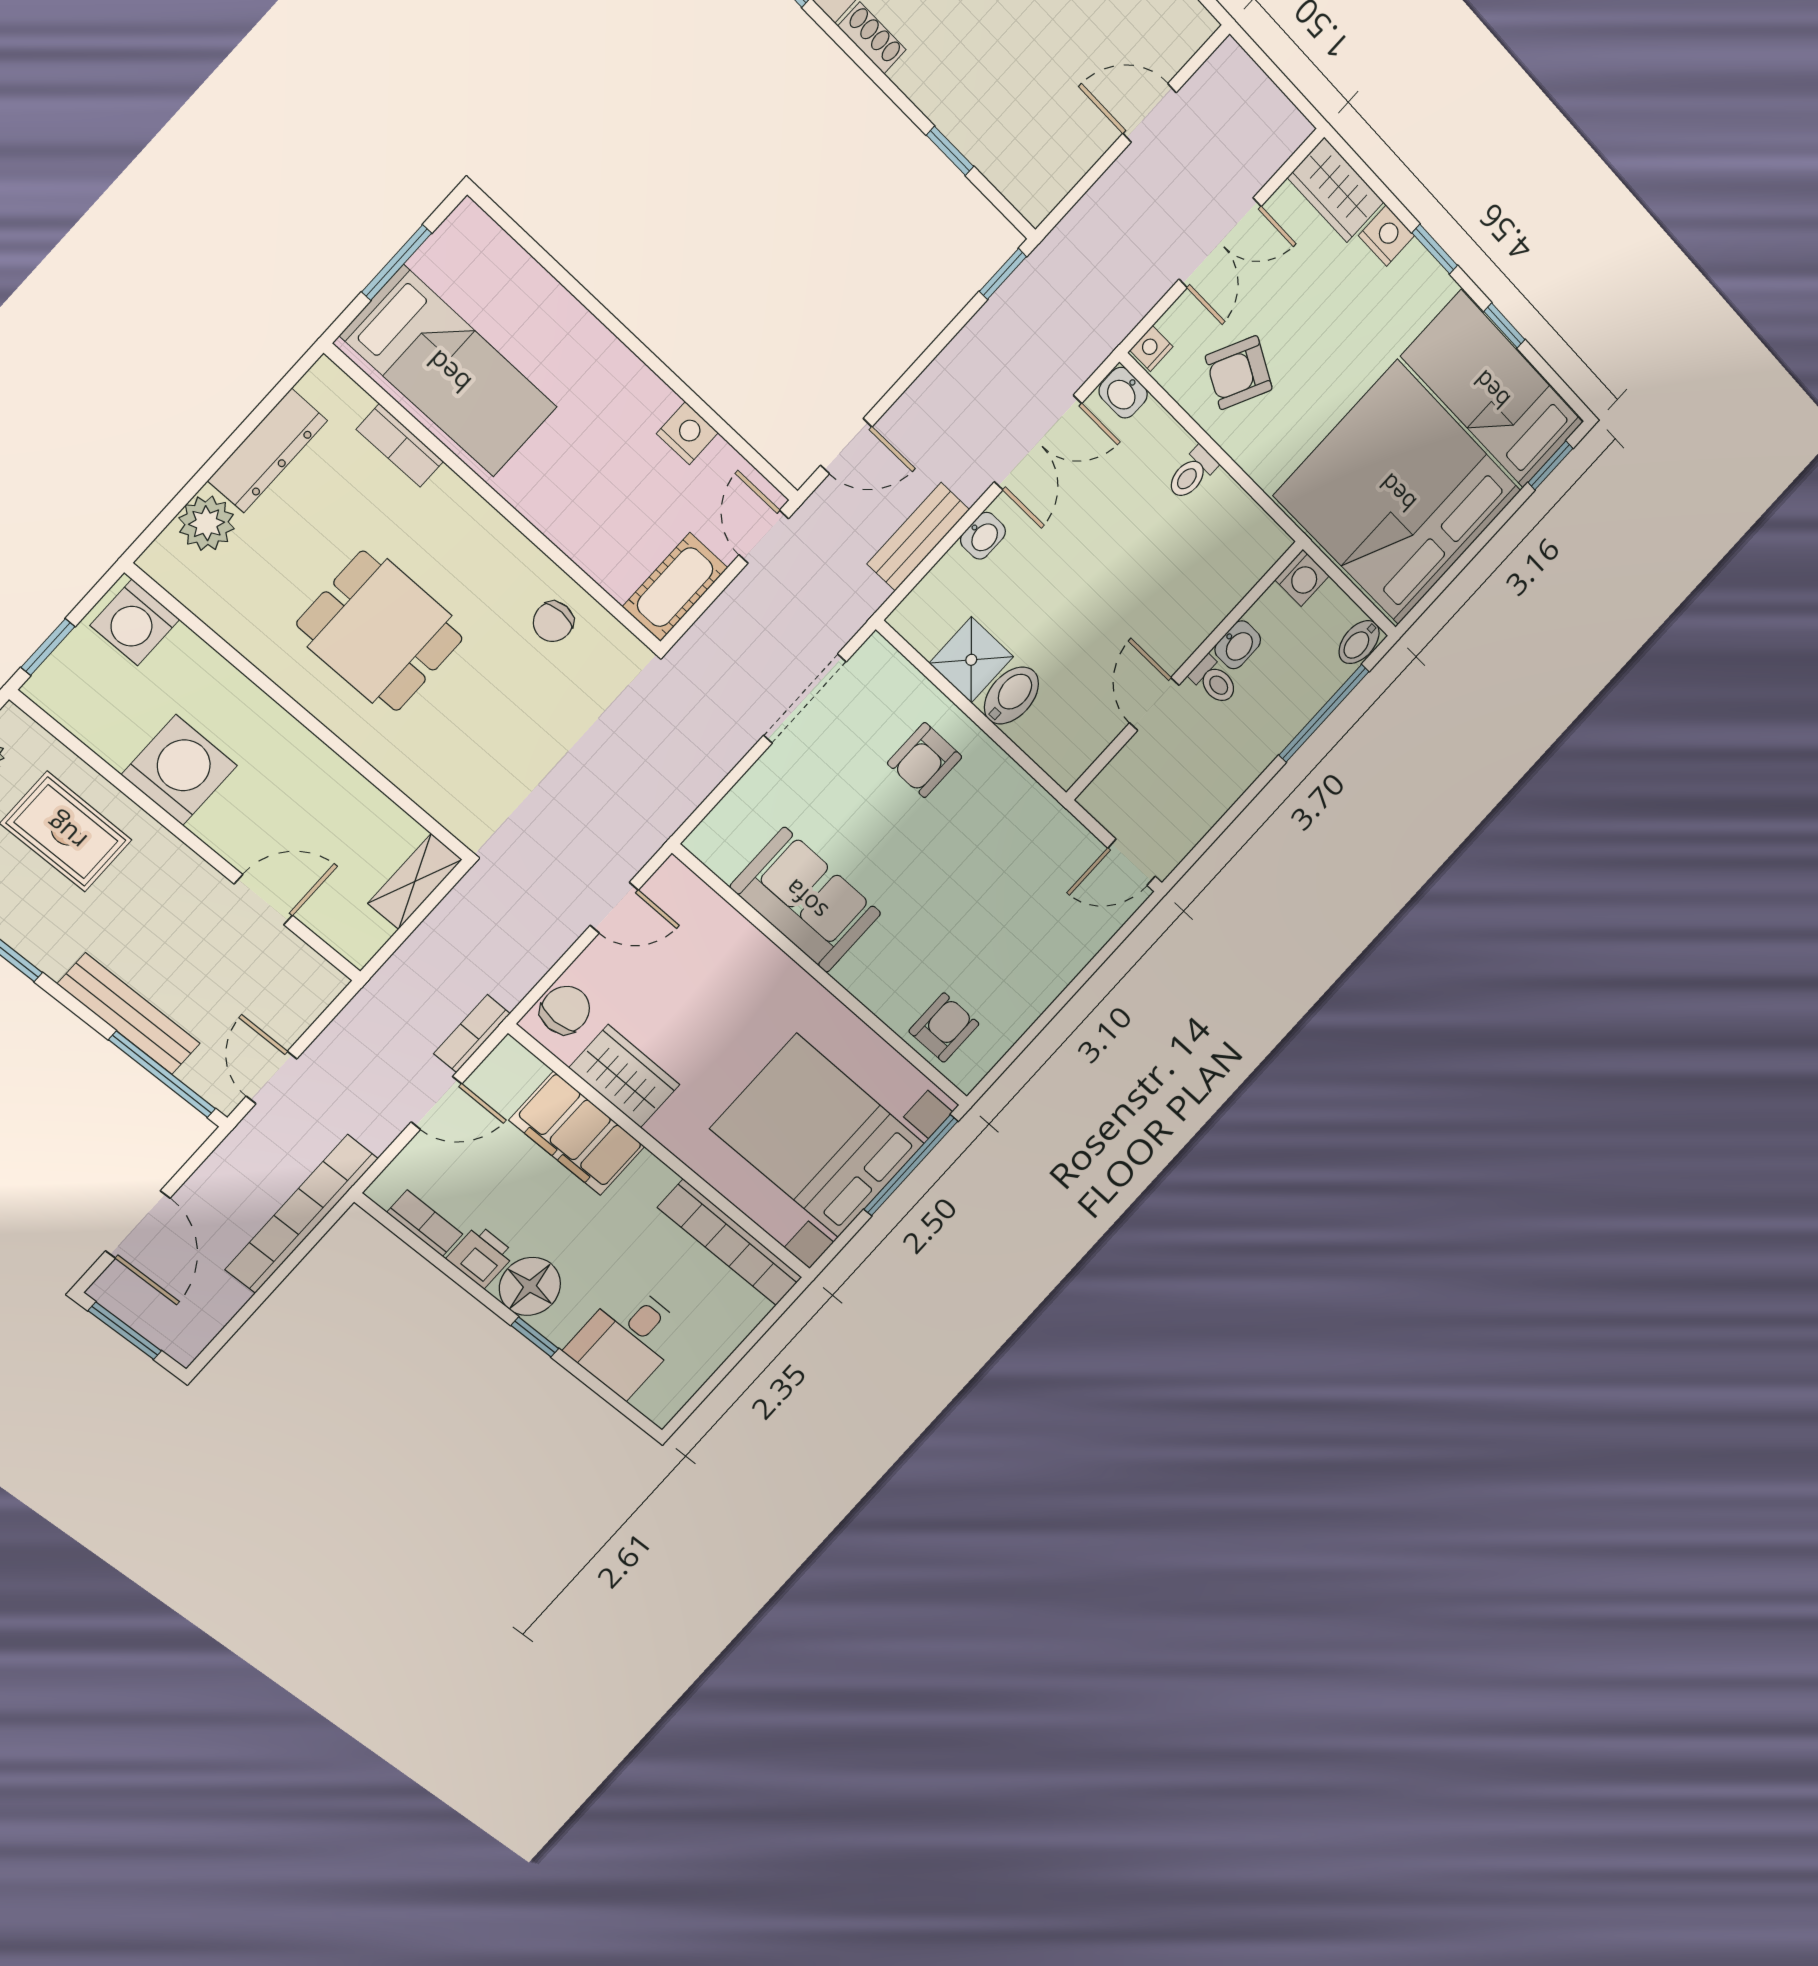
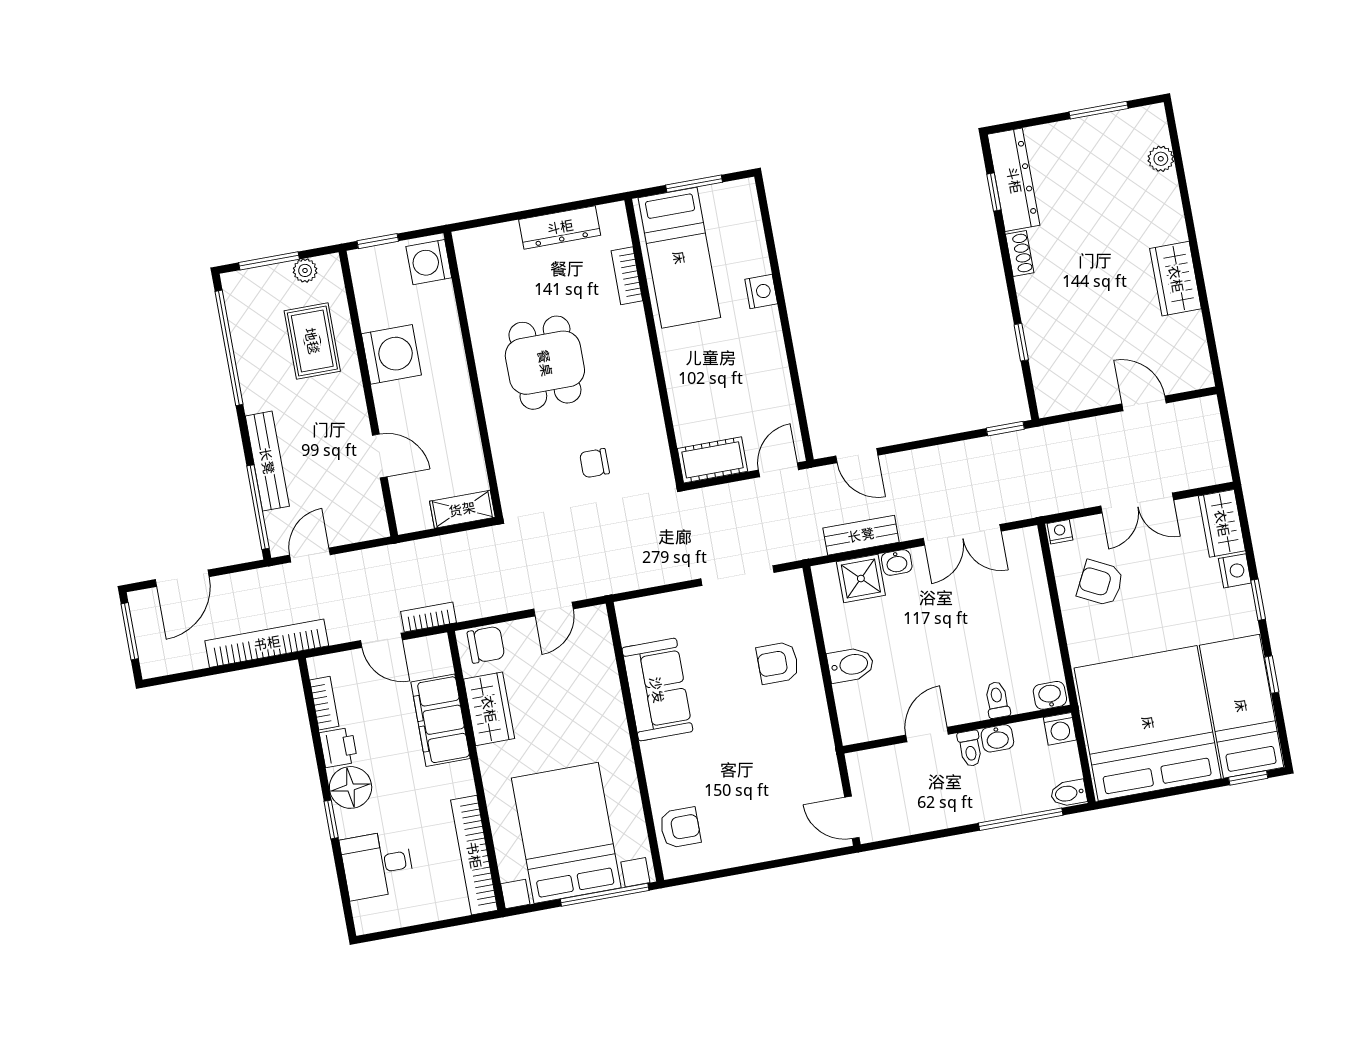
washbasin: (1123, 393) -> (1050, 695), moved, turned 90
nightstand: (687, 433) -> (761, 291), moved
toilet: (1192, 473) -> (997, 700), moved, turned 90
plant: (207, 523) -> (502, 240), removed
chair: (553, 622) -> (595, 463), moved
shower: (971, 660) -> (861, 578), moved
door: (614, 908) -> (553, 609), hinge flipped

